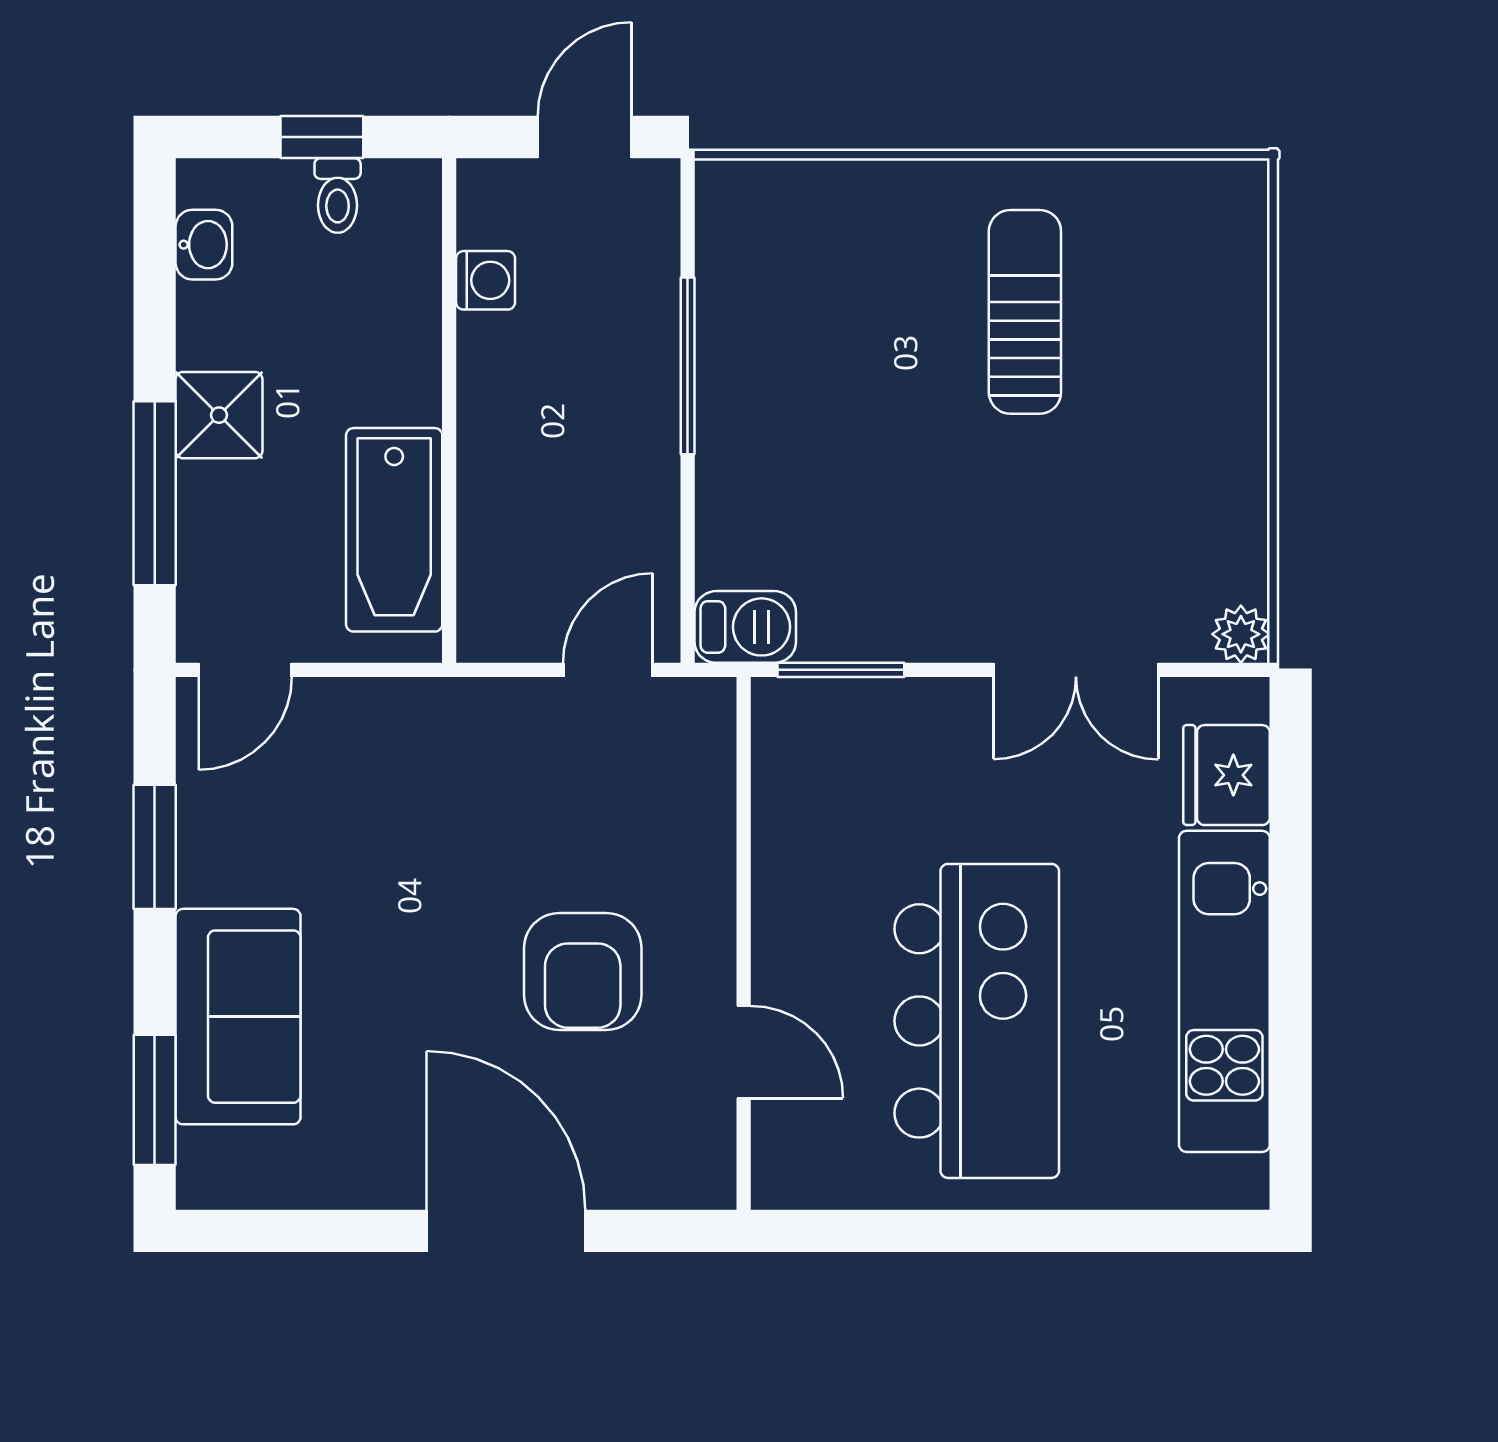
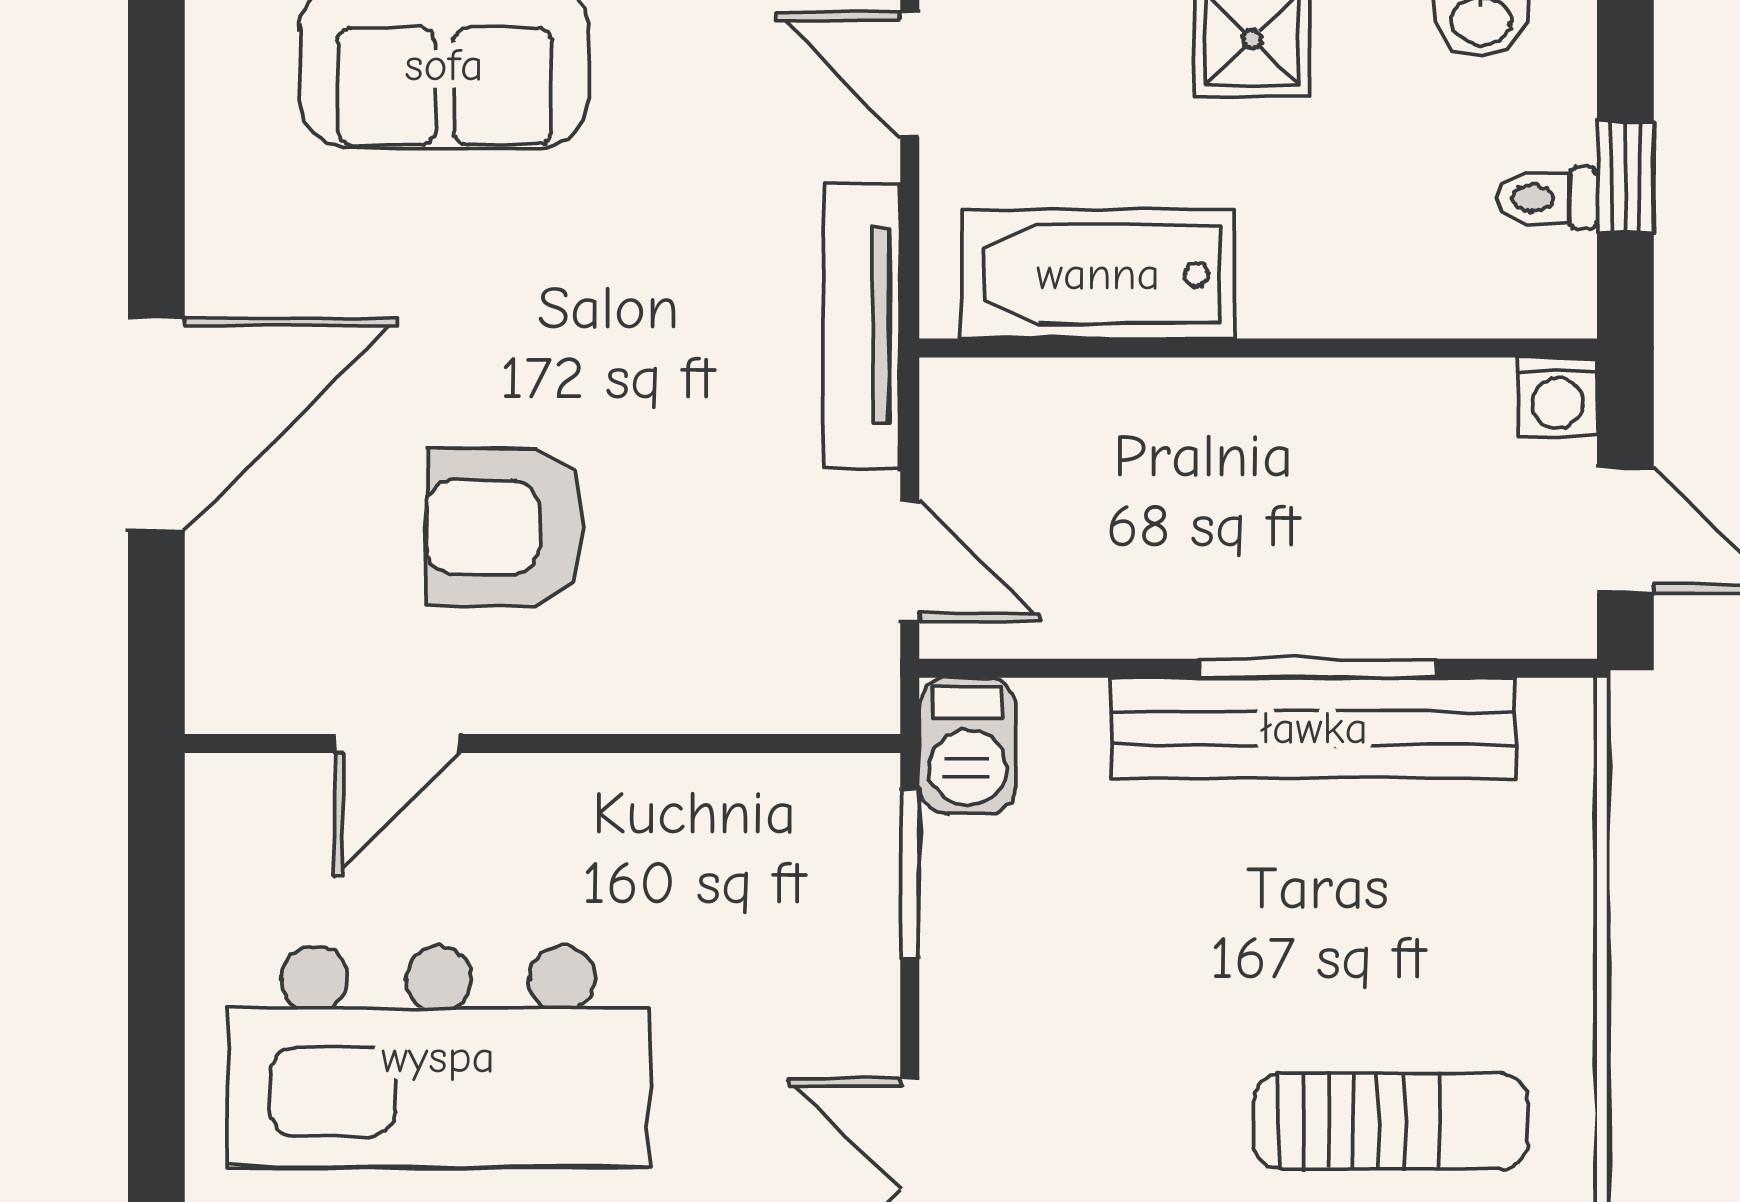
washing machine: (486, 280) -> (1558, 397), moved
bench: (732, 369) -> (1314, 728), added
tv unit: (433, 706) -> (862, 326), added

